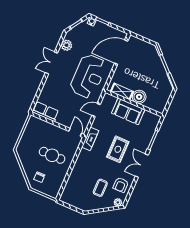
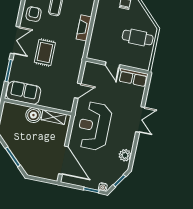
door: (121, 52) -> (63, 160), hinge flipped
double door: (51, 63) -> (140, 119), moved
sofa: (128, 111) -> (24, 93), moved
door: (75, 132) -> (112, 65), moved
fireplace: (90, 139) -> (84, 28), moved
cafe table: (52, 155) -> (138, 37), moved

